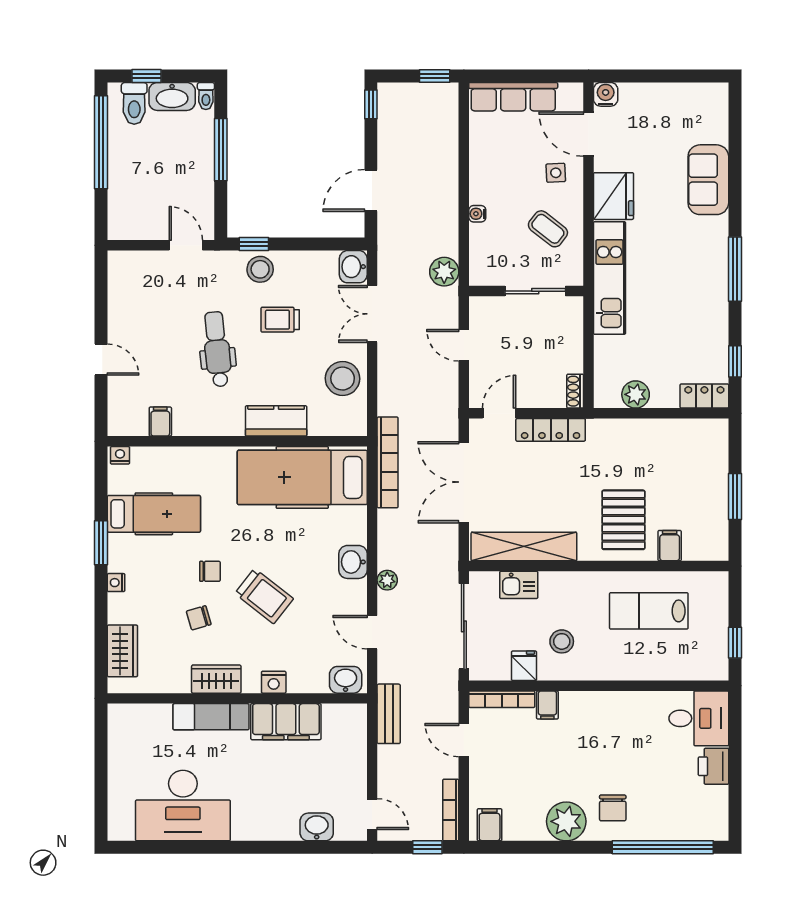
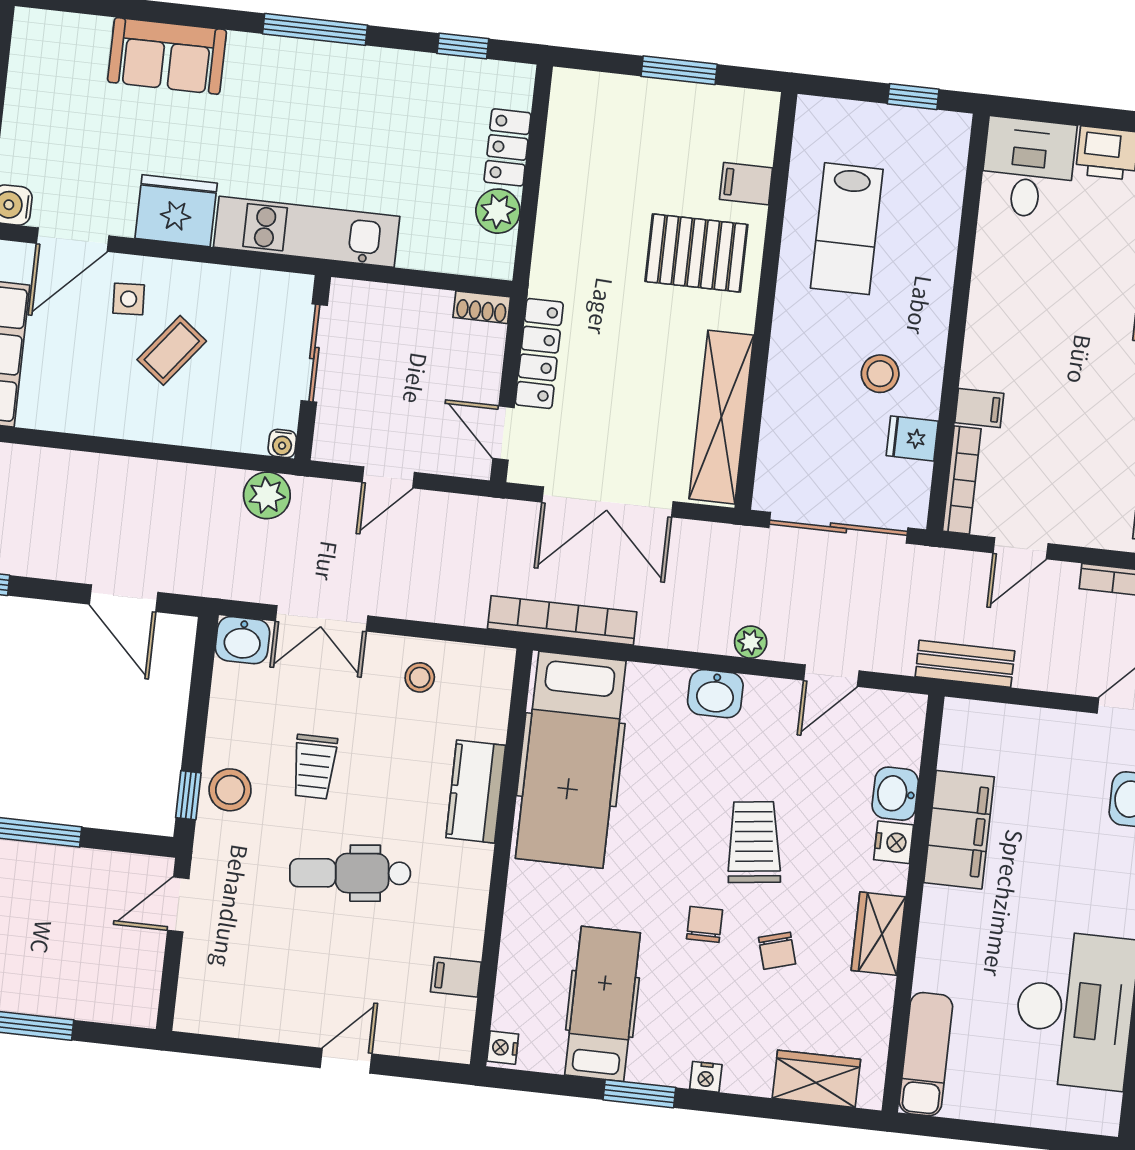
water cooler: (477, 214) -> (282, 443), moved
coffee table: (548, 229) -> (172, 350), moved
stool: (343, 379) -> (420, 677), width x0.53, depth x0.53
locker: (704, 396) -> (507, 147), moved
kitchen sink: (519, 585) -> (782, 432), removed
trolley: (264, 596) -> (754, 842), turned -45
washbasin: (346, 680) -> (895, 794), moved
exam couch: (211, 717) -> (926, 1054), moved

